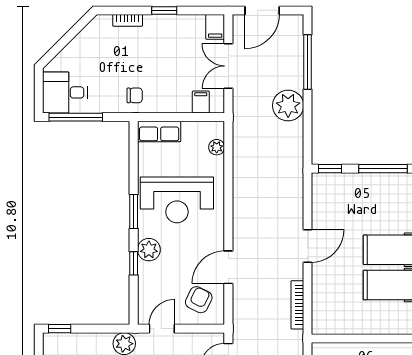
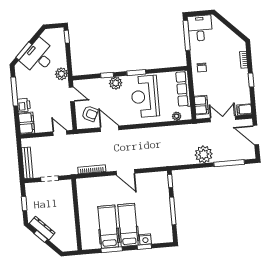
filing cabinet: (201, 102) -> (201, 105), width x2.00
row of seats: (159, 131) -> (183, 89), width x1.48

